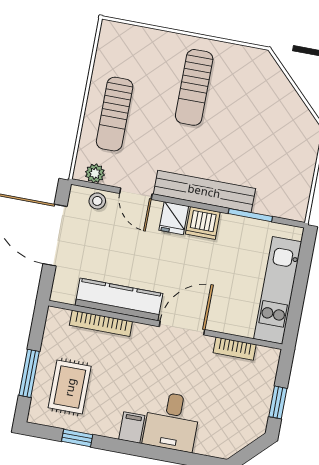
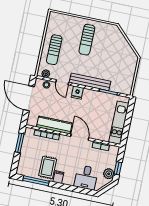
dishwasher: (203, 223) -> (89, 95), removed
door: (182, 328) -> (80, 137), hinge flipped
window: (29, 373) -> (20, 143), moved
rug: (70, 387) -> (48, 167), moved
plant: (256, 416) -> (109, 174), added
desk: (172, 421) -> (86, 177), moved
window: (77, 438) -> (36, 181), width x2.17

